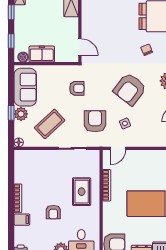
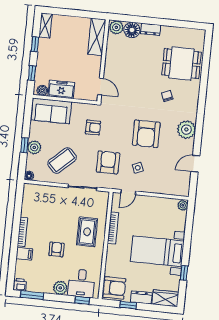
sofa: (25, 87) -> (51, 111), moved, turned 90
armchair: (130, 89) -> (146, 134), turned -38
armchair: (53, 212) -> (56, 249), turned 180

